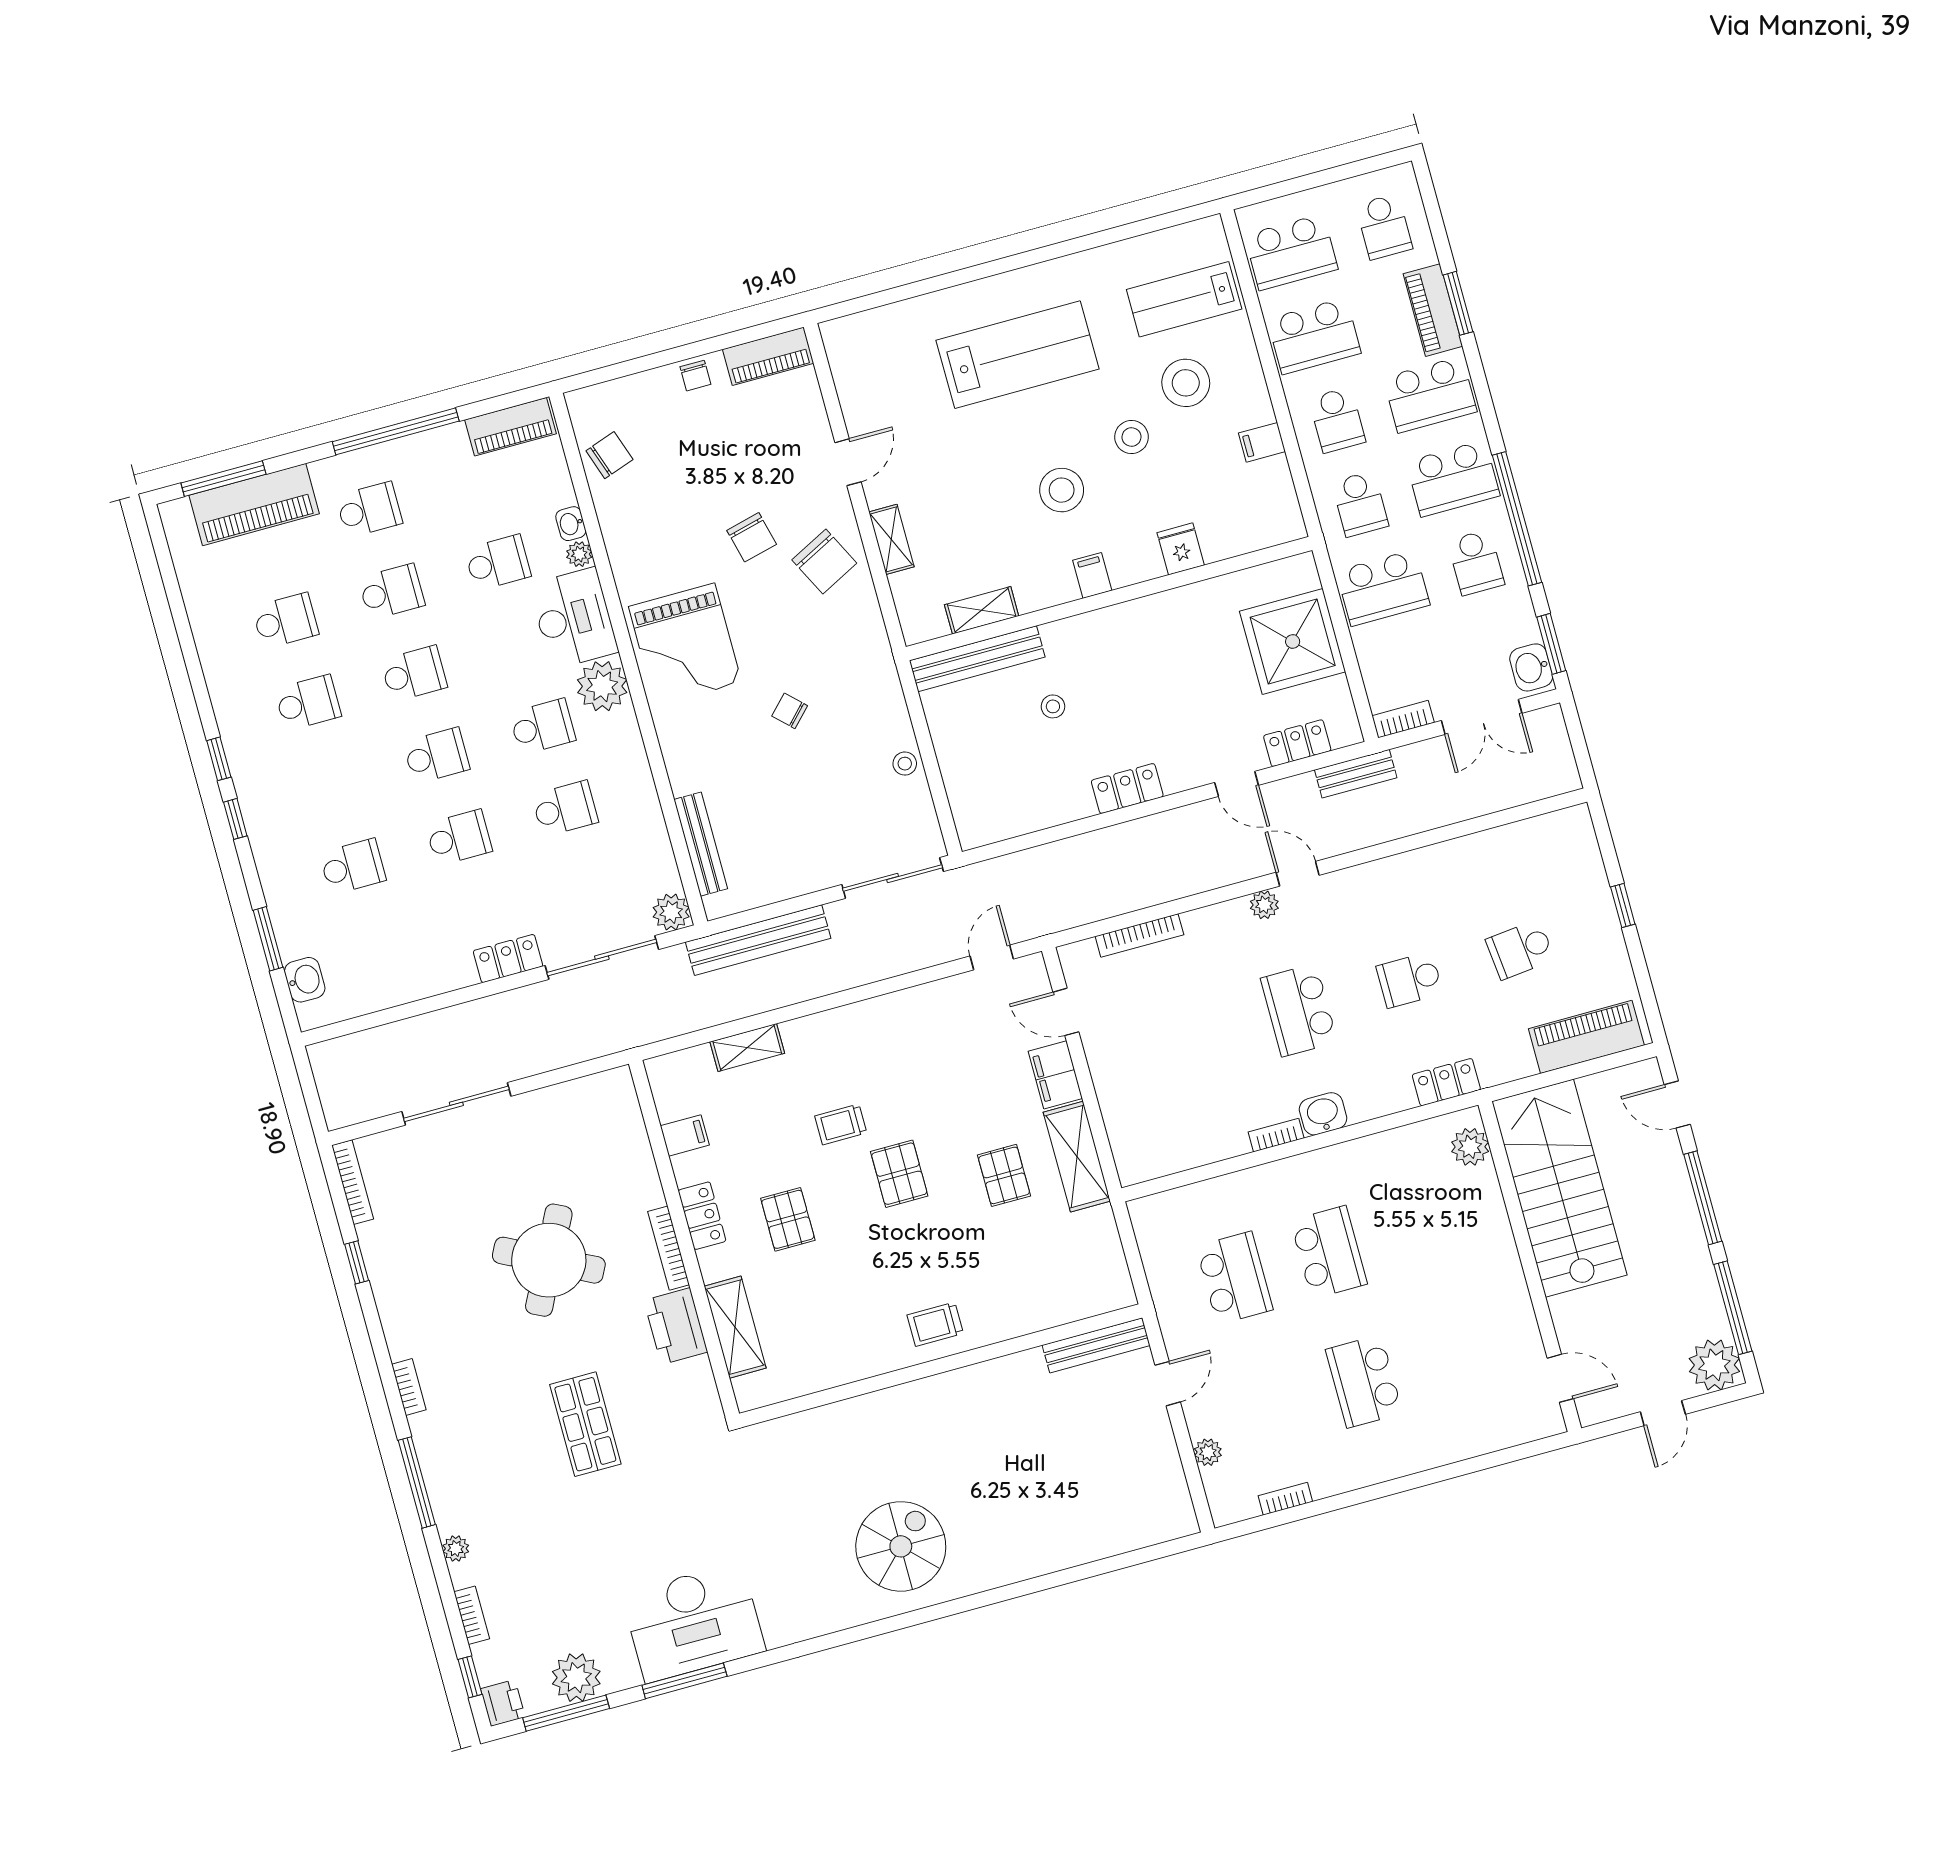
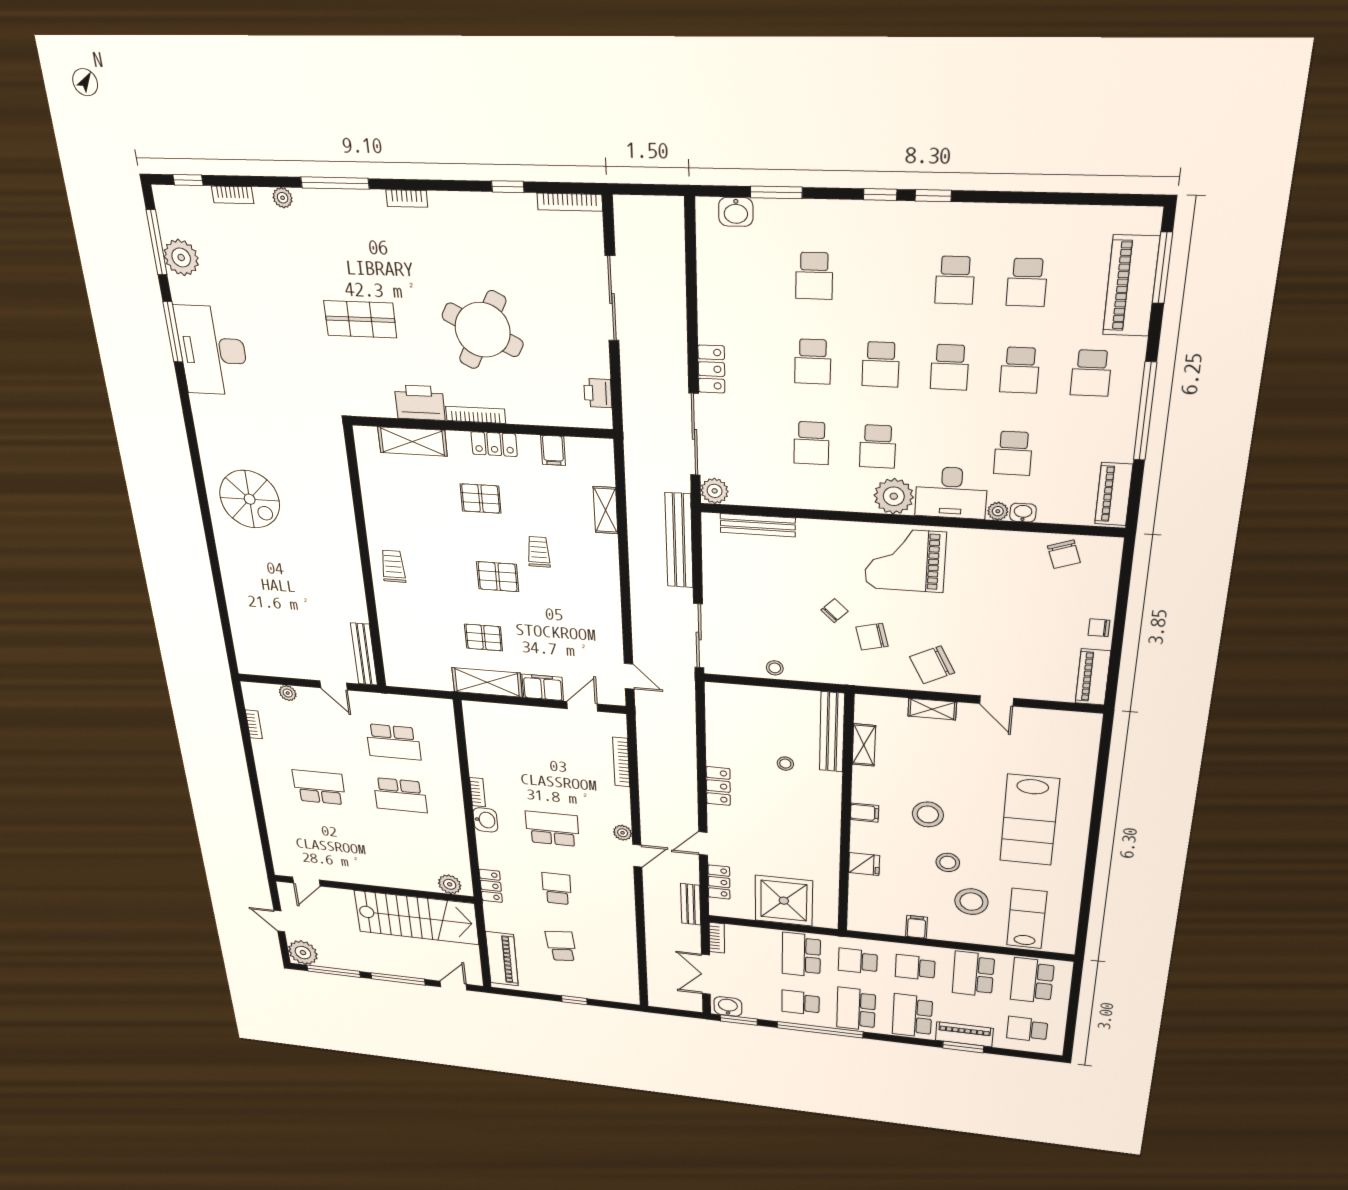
chair: (752, 537) -> (872, 637), moved
printer: (503, 1703) -> (598, 393), moved, turned 90

